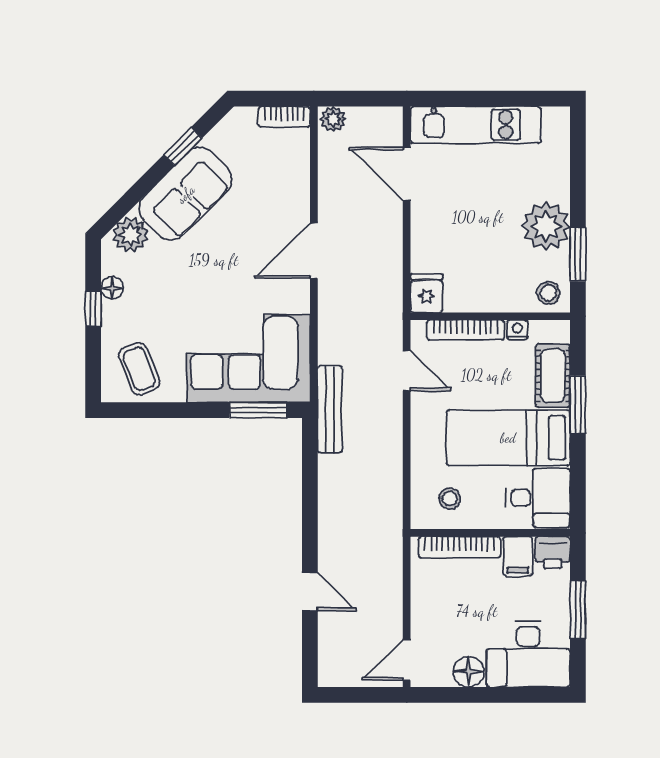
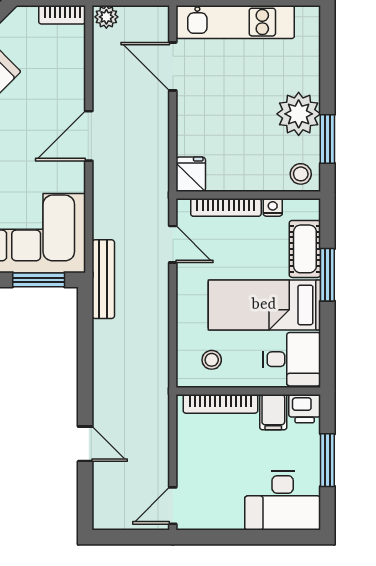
floor lamp: (469, 672) -> (229, 516), removed

